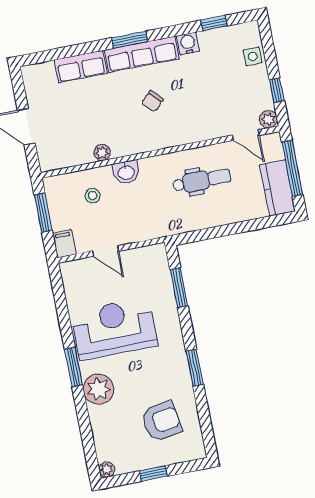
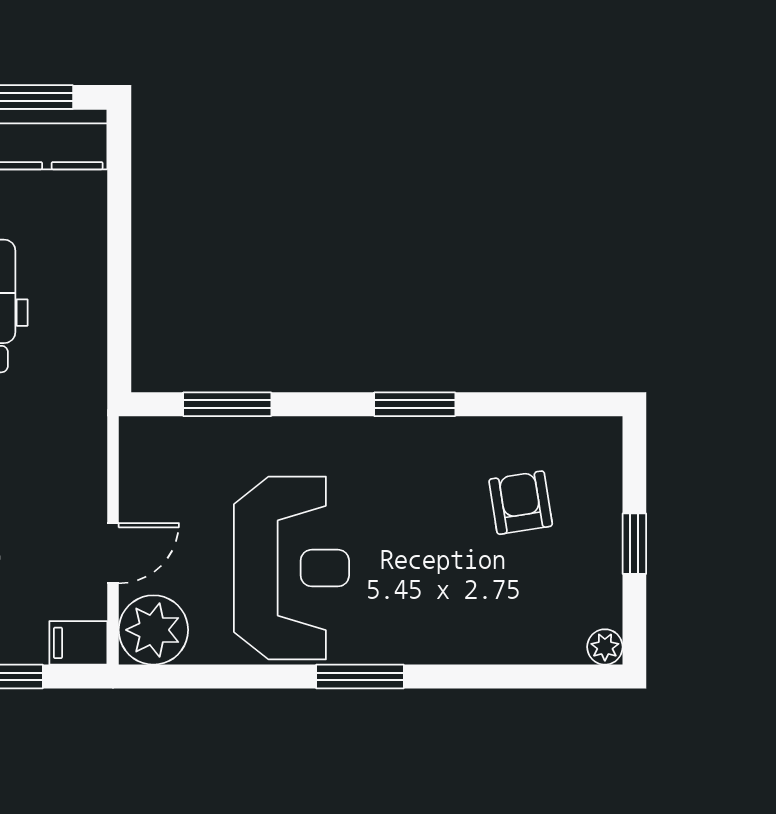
reception desk: (114, 329) -> (291, 568), turned 180
plant: (98, 389) -> (153, 630), moved
armchair: (161, 421) -> (521, 503), width x0.72, depth x0.72

